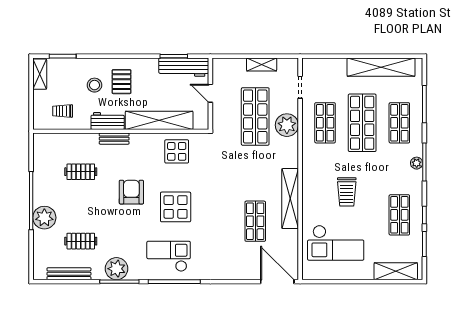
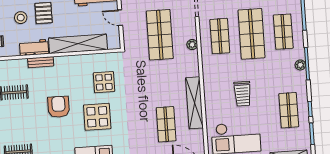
plant: (287, 125) -> (192, 45), width x0.53, depth x0.53
display table: (177, 151) -> (104, 82), moved

